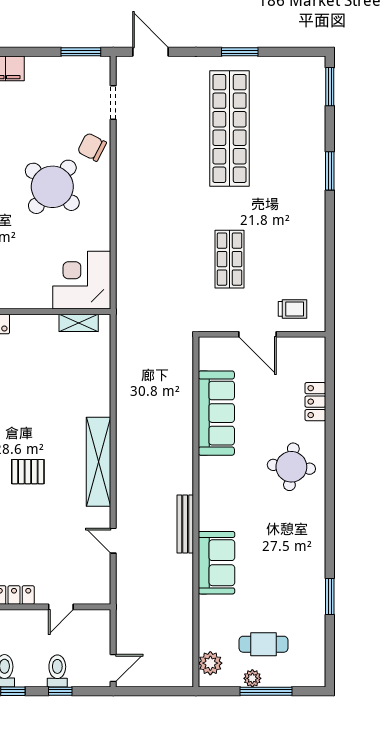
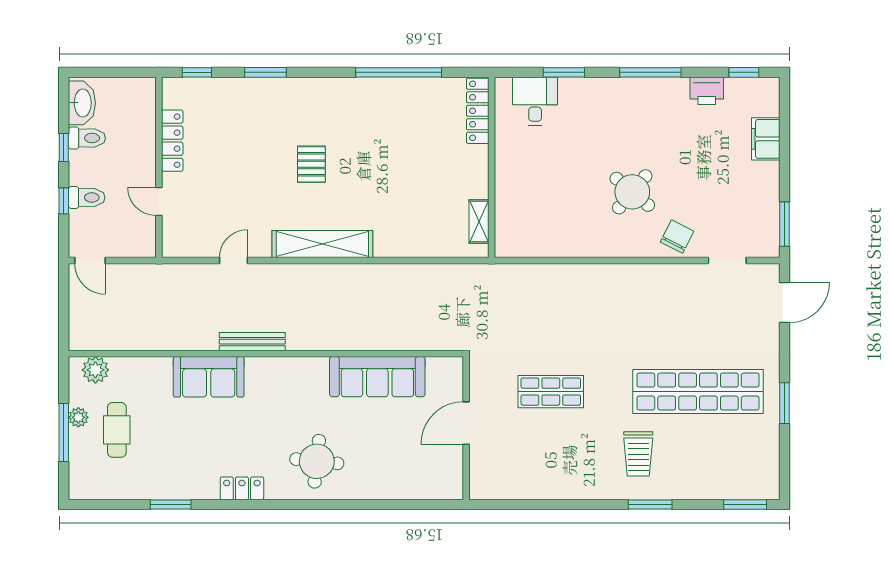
round table: (52, 187) -> (632, 192), width x0.73, depth x0.73
corner desk: (82, 280) -> (527, 225), removed
trolley: (293, 309) -> (638, 454), moved, width x1.36, depth x1.39
locker: (315, 402) -> (242, 488), moved

